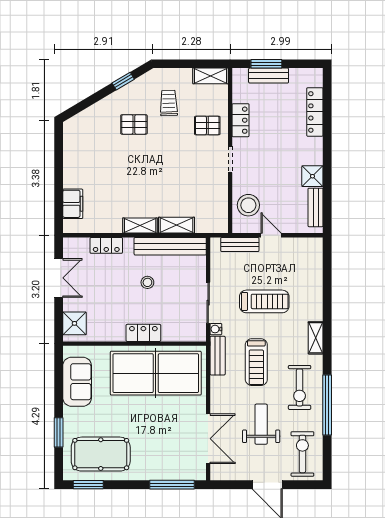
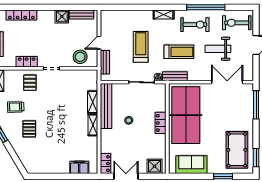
locker: (106, 245) -> (105, 164), moved

